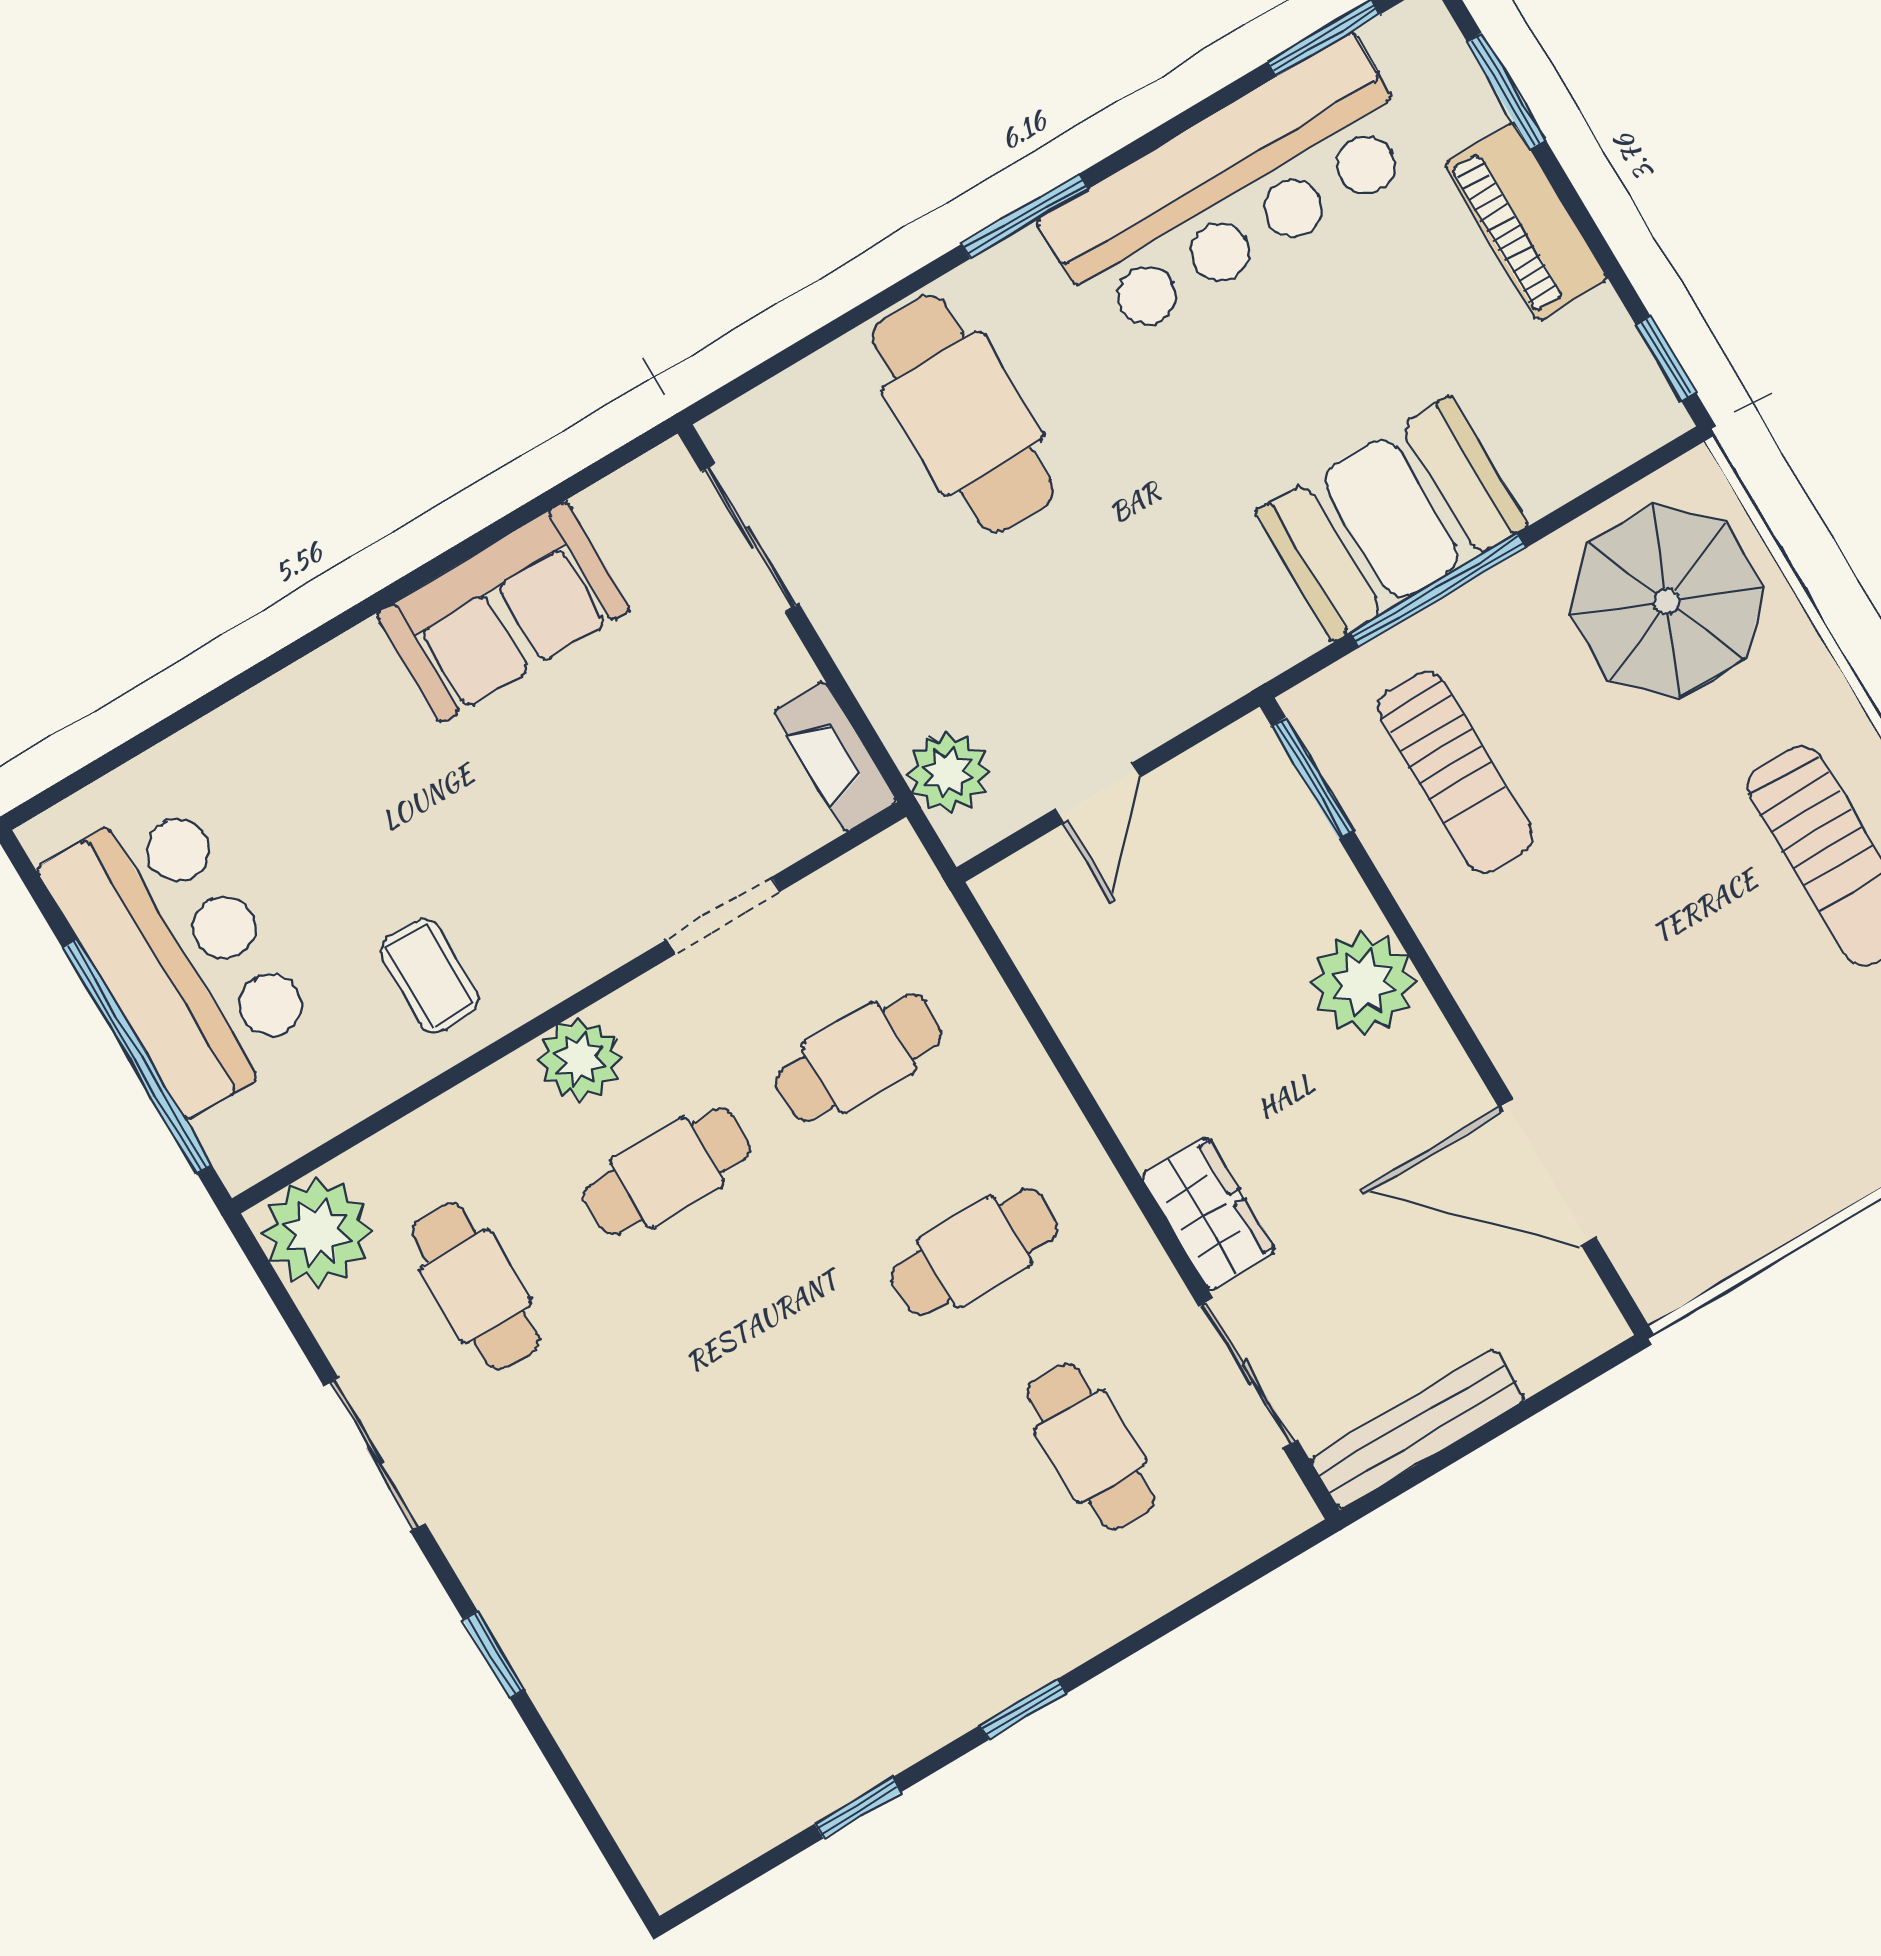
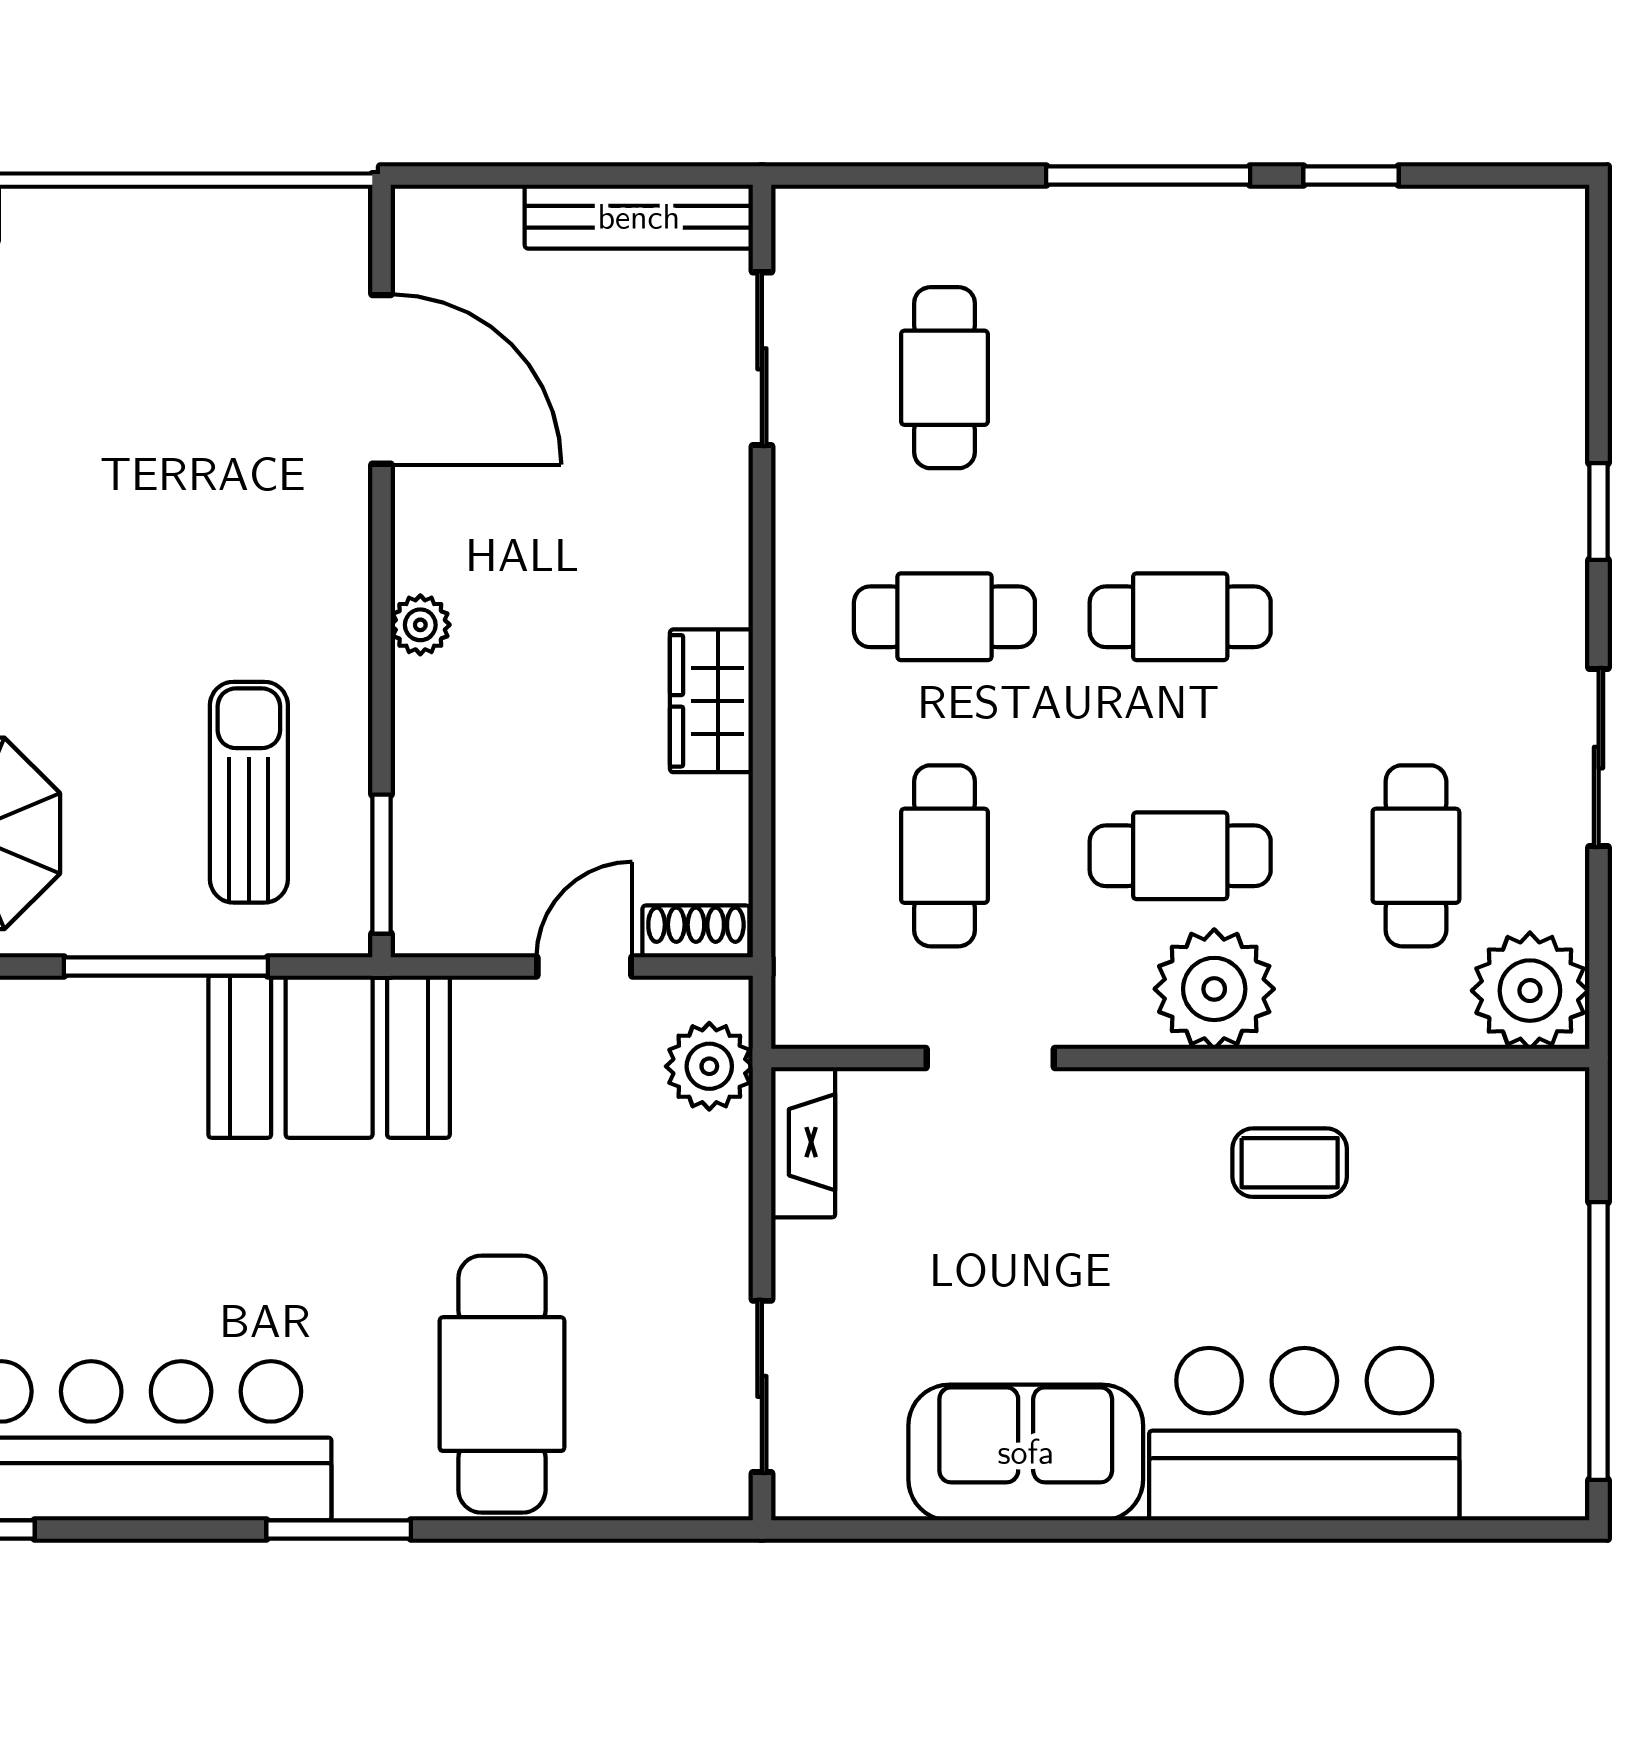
booth: (1392, 519) -> (329, 1057), moved
shoe rack: (1024, 876) -> (696, 931), added
bar counter: (181, 953) -> (1304, 1434), moved, turned 90
coffee table: (429, 975) -> (1290, 1163), turned 90
plant: (1363, 983) -> (420, 625), width x0.53, depth x0.53
window: (137, 1056) -> (1599, 1341), moved
cafe table: (859, 1058) -> (944, 856), turned 90
plant: (580, 1059) -> (1214, 989), width x1.36, depth x1.36
wardrobe: (1209, 1214) -> (711, 701), moved
cafe table: (783, 1366) -> (1180, 617), added
window: (1023, 1710) -> (1148, 176), width x2.17

